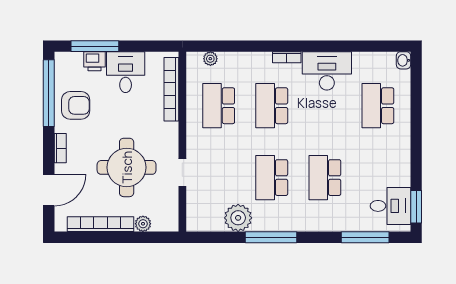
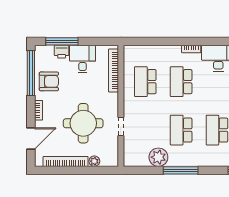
plant: (210, 59) -> (140, 50), removed

